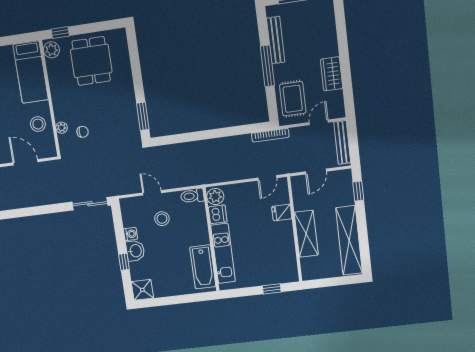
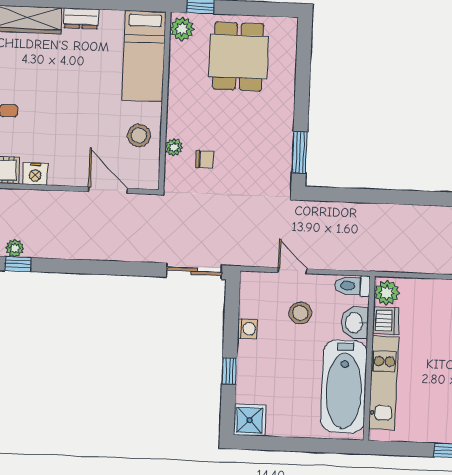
washbasin: (135, 251) -> (355, 323), moved, turned 180
bathtub: (203, 267) -> (344, 386), width x1.36, depth x1.36

